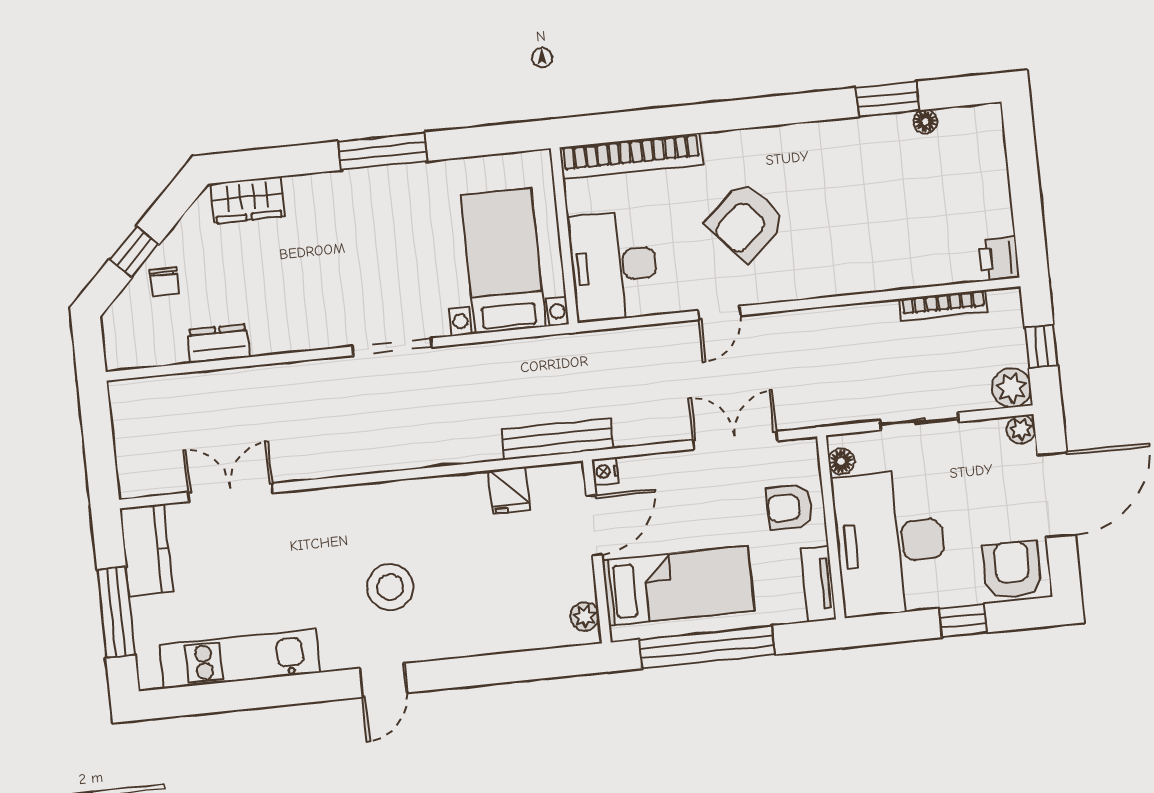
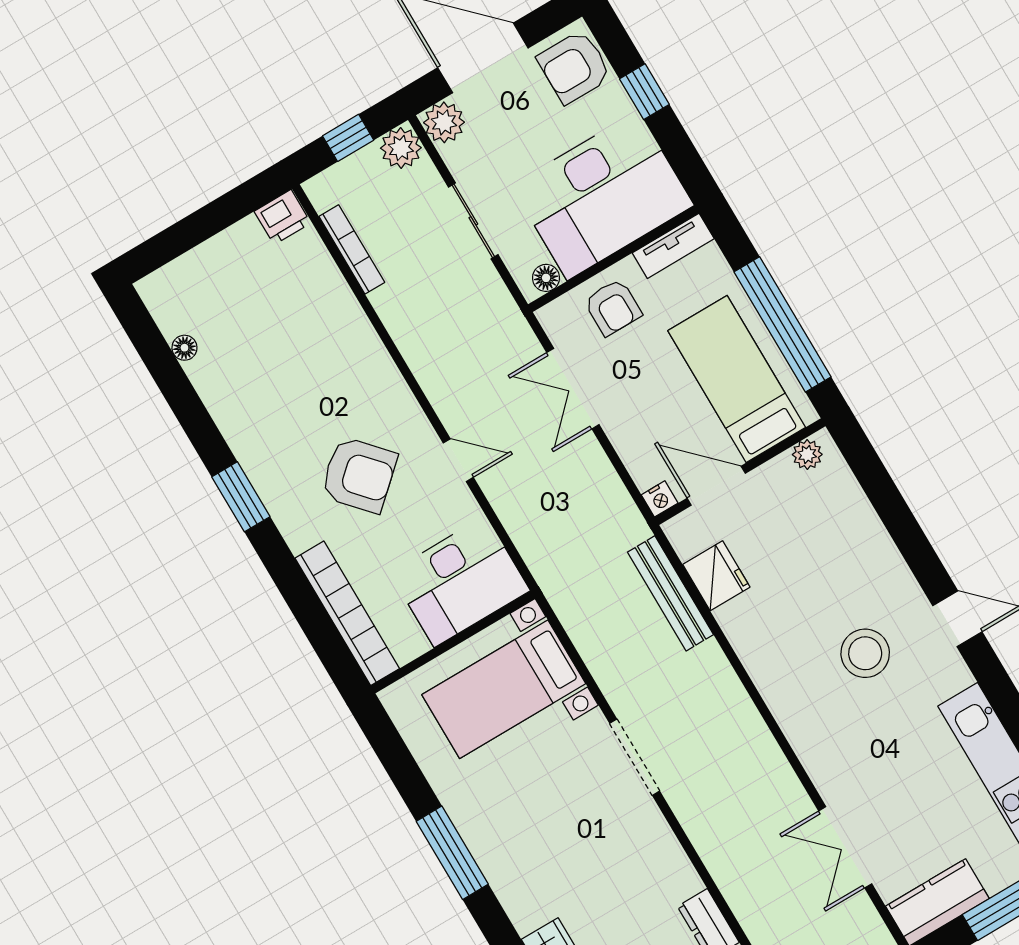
window: (888, 99) -> (241, 497), moved
plant: (1021, 429) -> (444, 122), width x1.38, depth x1.38
bench: (558, 439) -> (671, 593), moved
fridge: (509, 490) -> (716, 576), width x1.38

